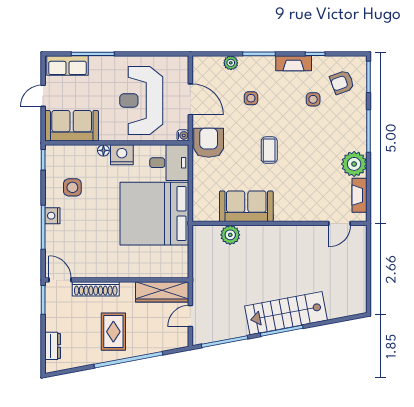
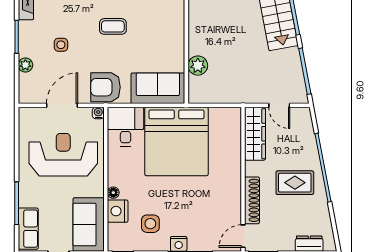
reception desk: (141, 100) -> (63, 155), turned 180
nightstand: (122, 155) -> (118, 211), moved
sofa: (246, 206) -> (158, 88), moved, turned 90

